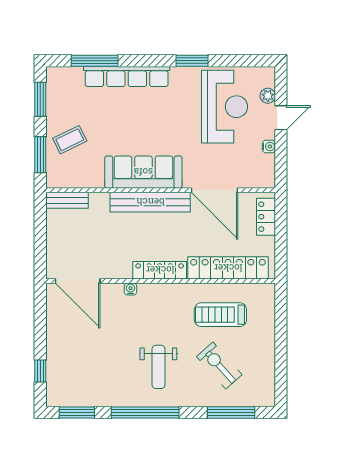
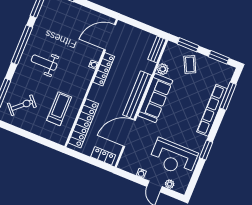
plant: (94, 179) -> (163, 69), added
locker: (160, 270) -> (104, 69), moved
exercise bike: (219, 366) -> (22, 105), moved

